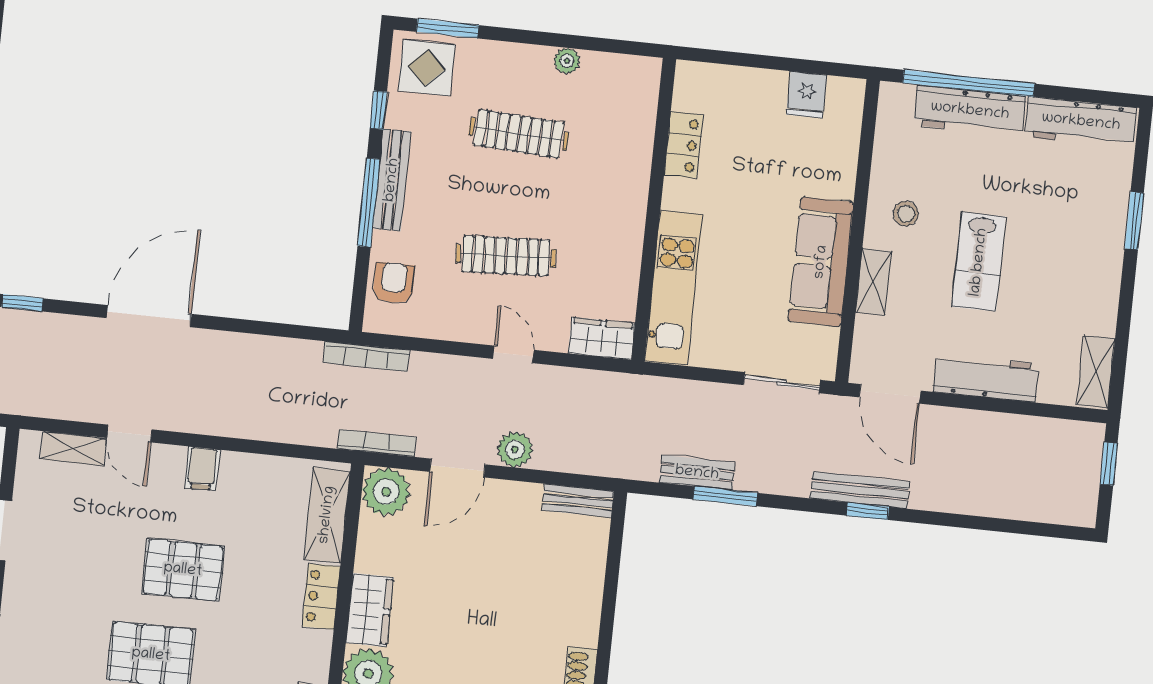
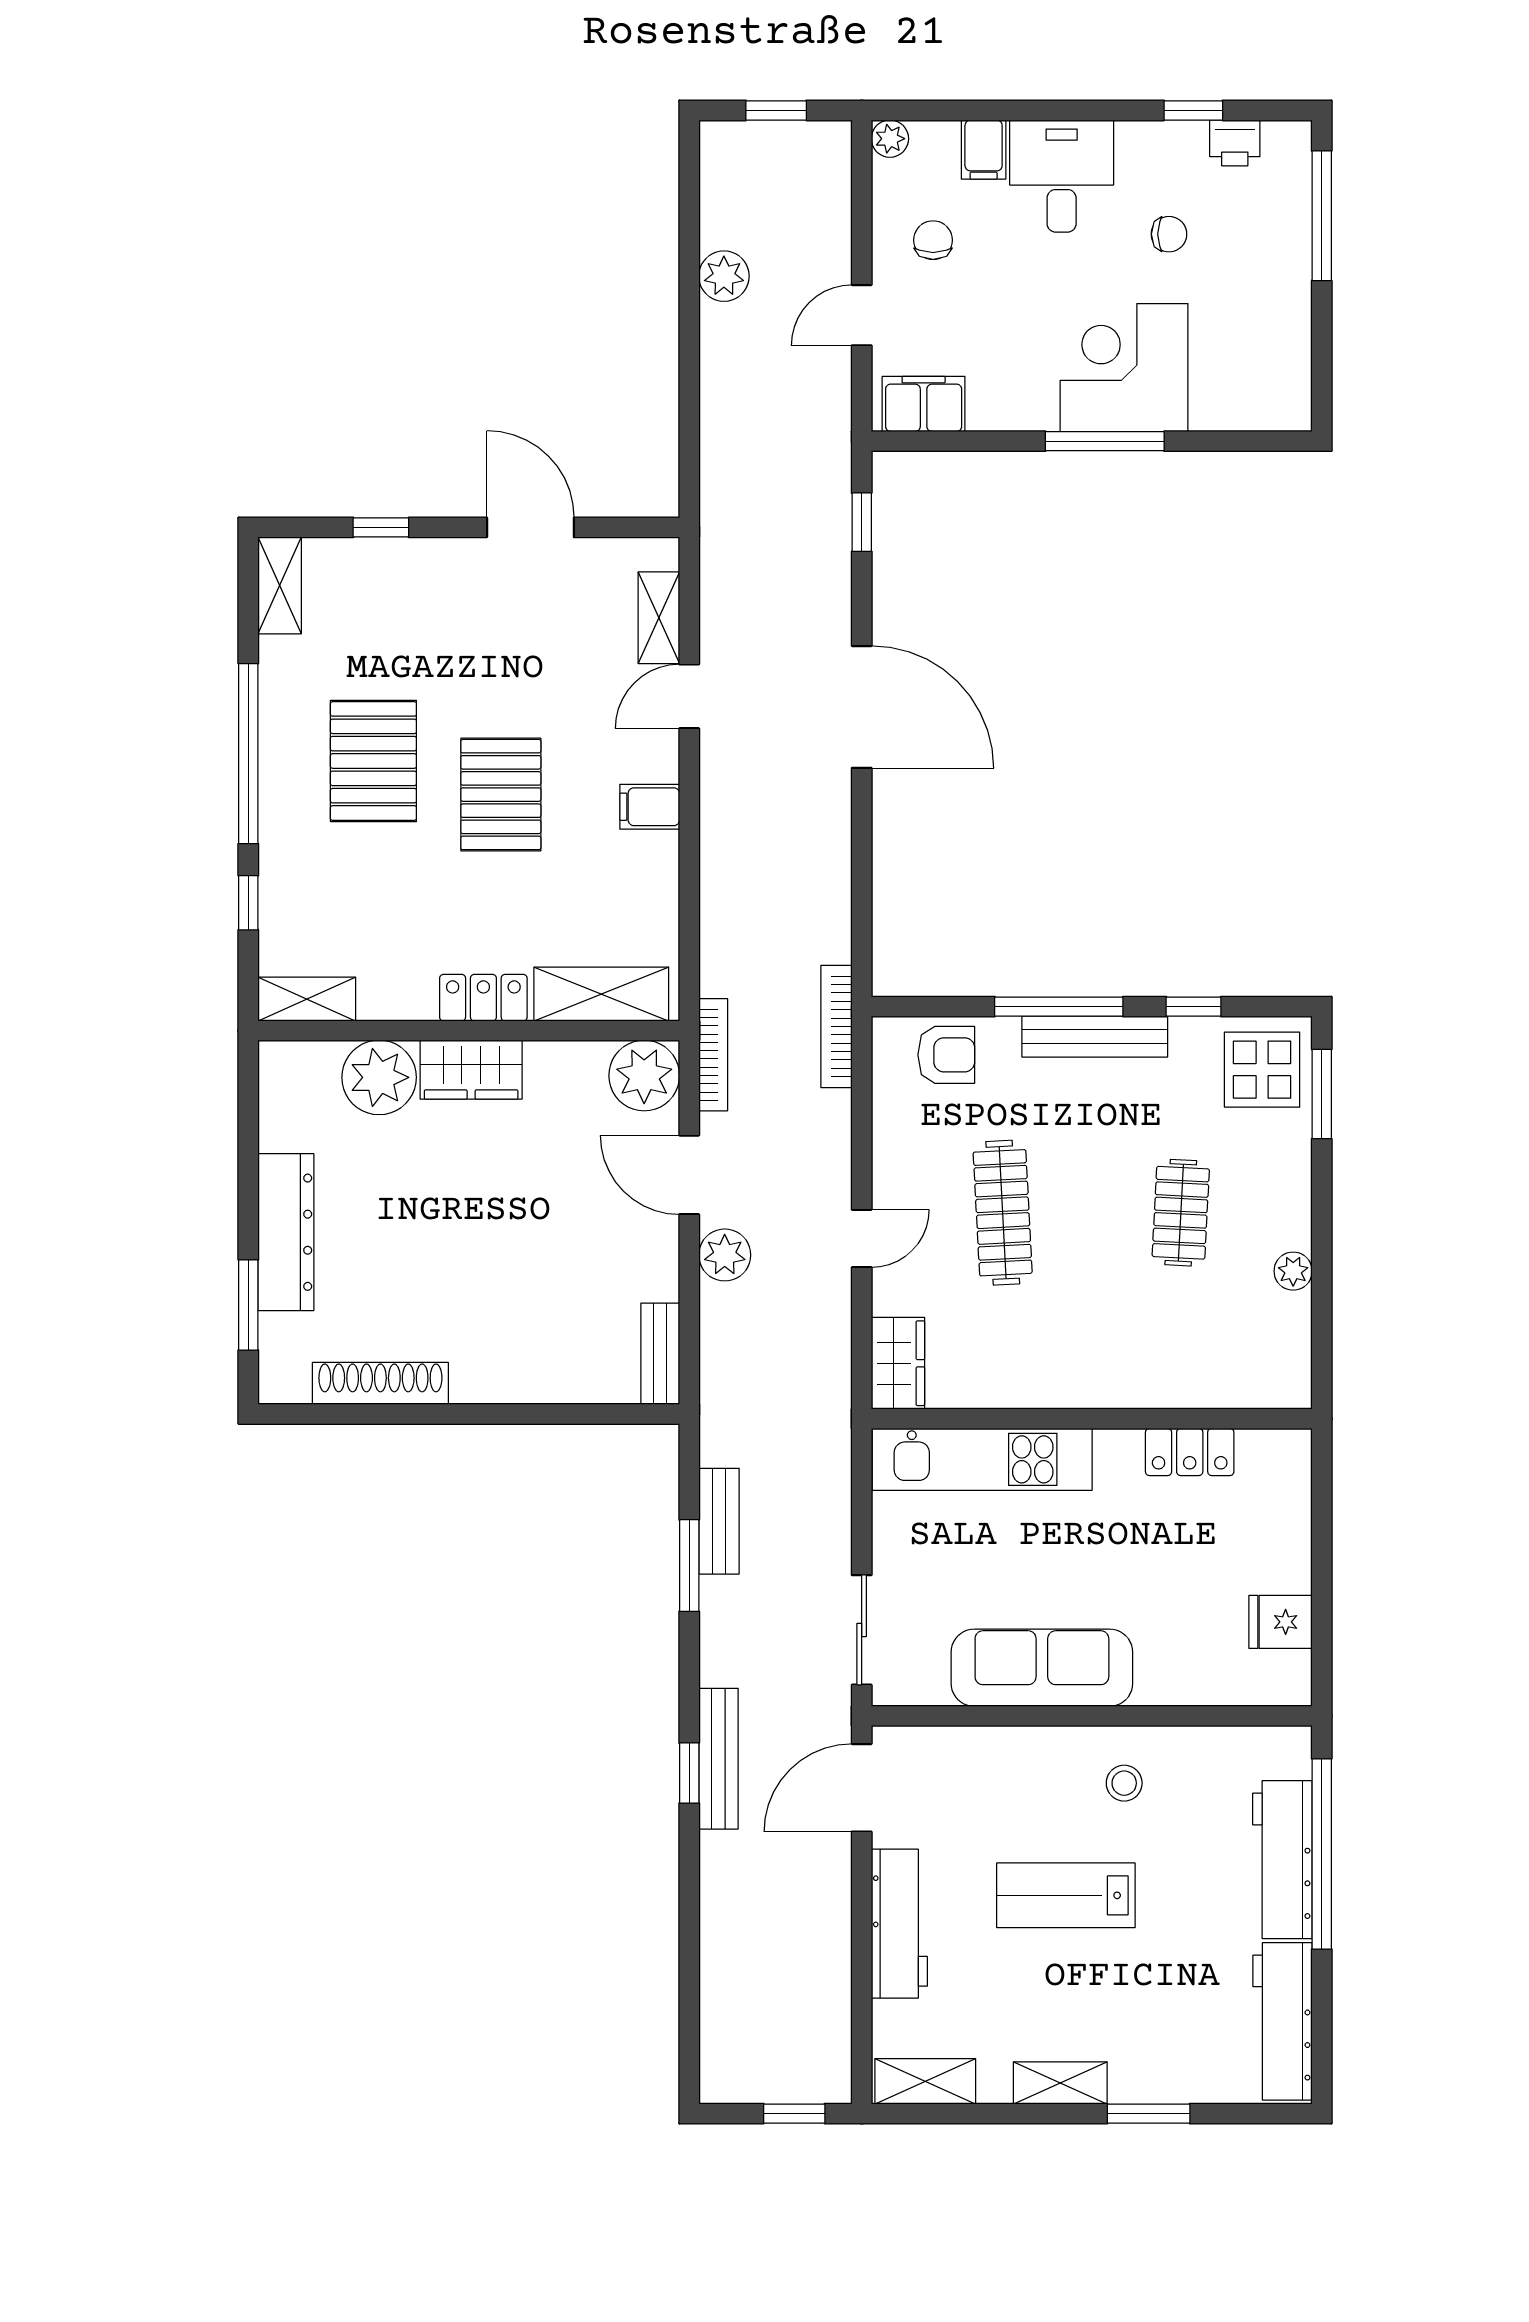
clothes rail: (519, 134) -> (1181, 1213), width x0.73
shelving: (873, 282) -> (1060, 2083), moved

